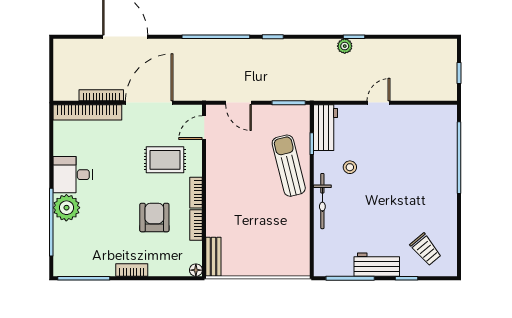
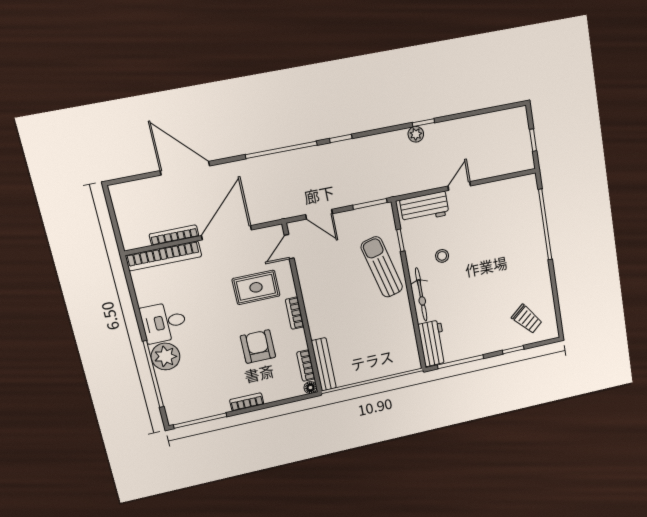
workbench: (325, 128) -> (424, 207), moved, turned 90
bookcase: (196, 225) -> (306, 366), moved
bench: (213, 257) -> (324, 364), width x1.36
workbench: (377, 265) -> (433, 343), moved, turned 90

